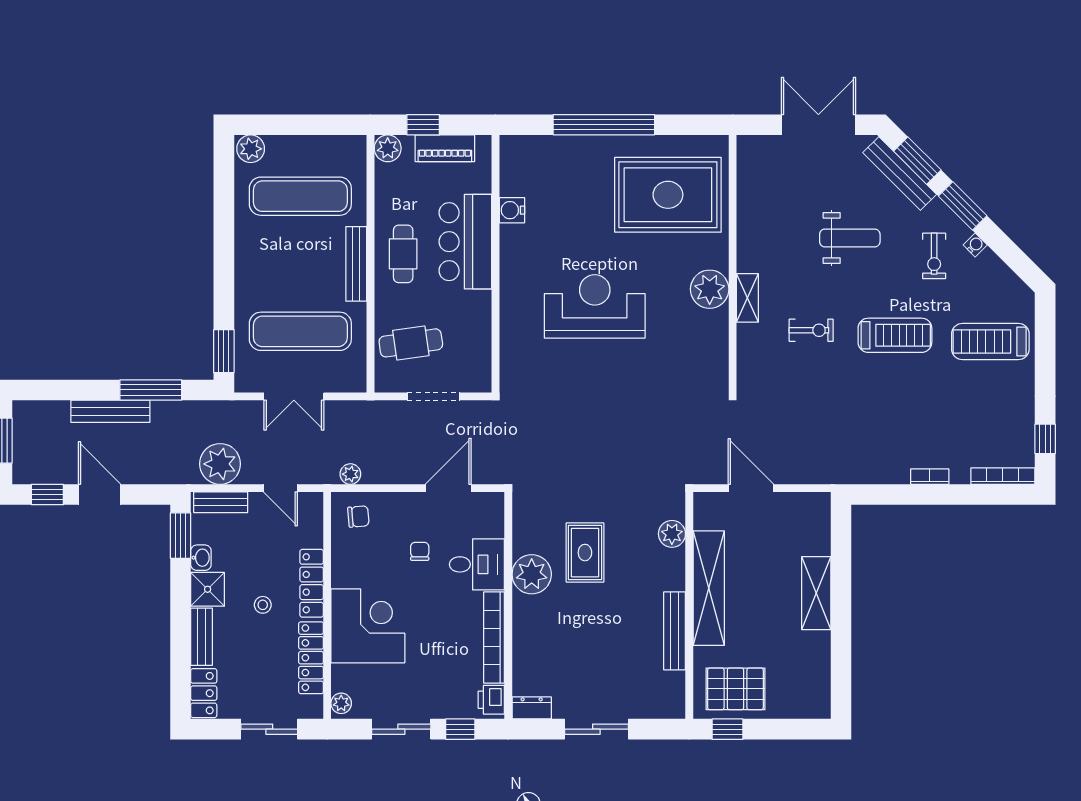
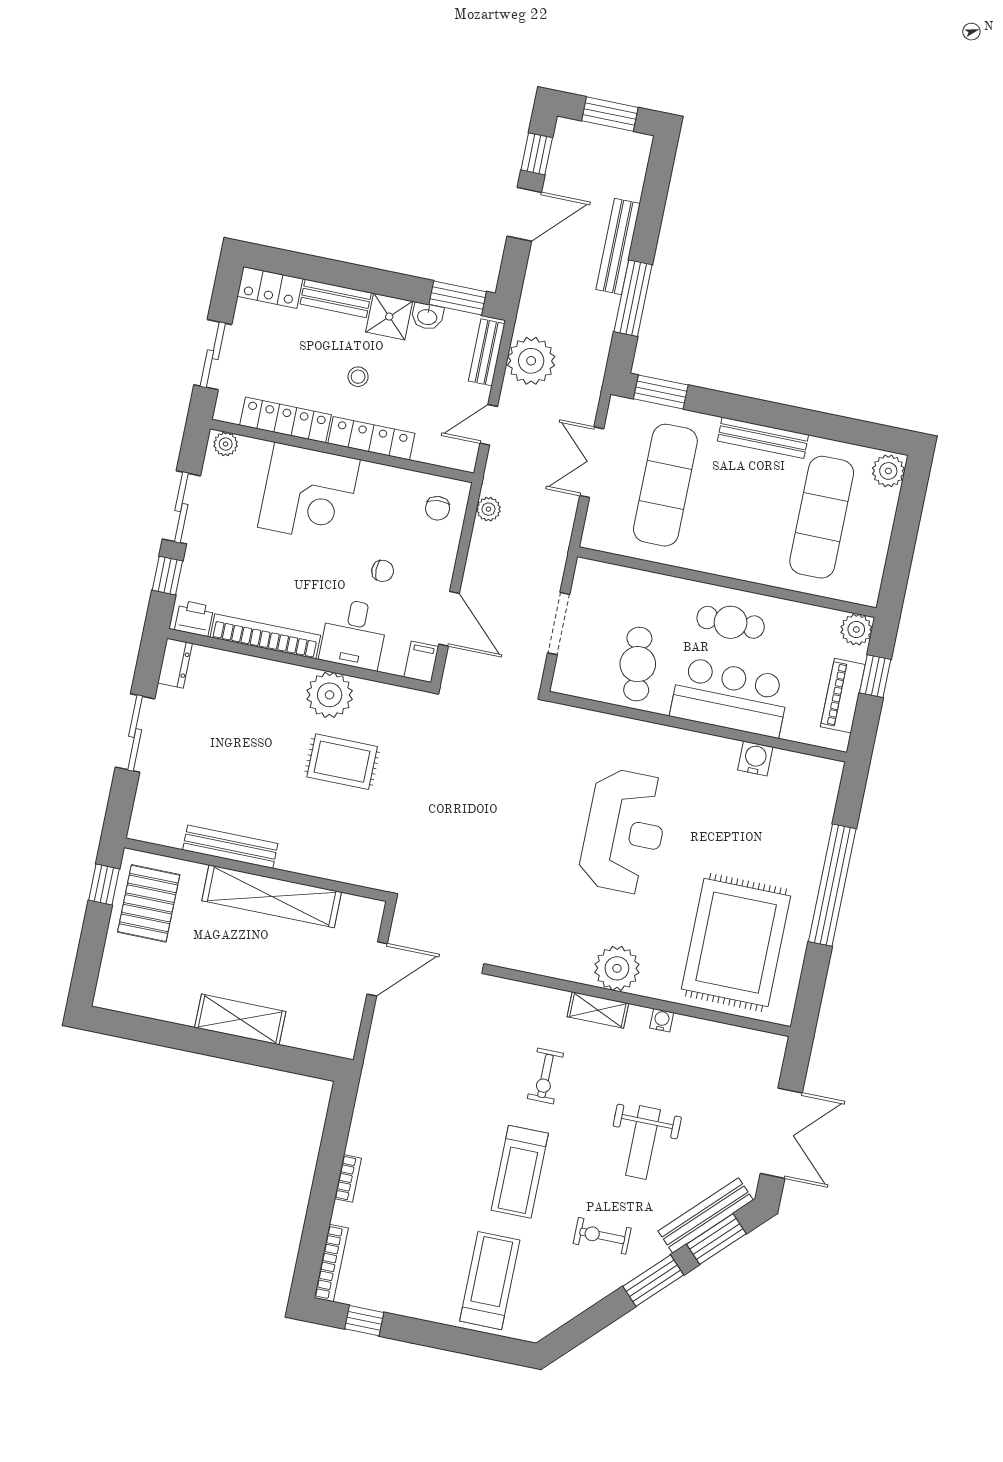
water cooler: (975, 245) -> (662, 1020), moved, turned -135
bench: (356, 264) -> (763, 438), moved
cafe table: (411, 343) -> (638, 664), moved
filing cabinet: (489, 504) -> (421, 662), added
plant: (672, 534) -> (343, 867), removed

